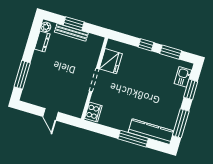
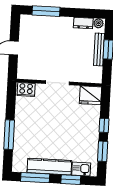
fridge: (111, 61) -> (90, 95), moved
kitchen counter: (151, 132) -> (49, 167), moved, turned -90

